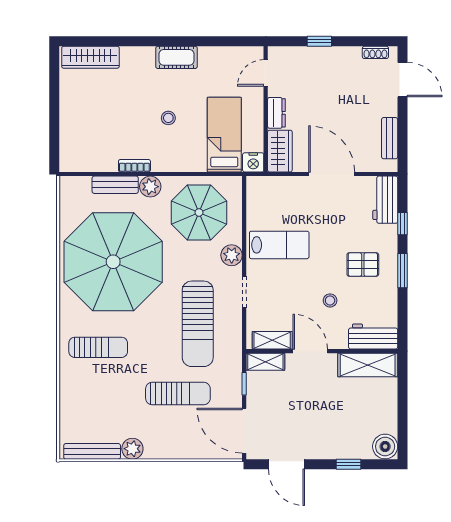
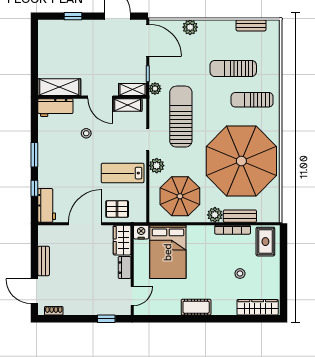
window: (319, 41) -> (106, 319), moved
stool: (168, 118) -> (240, 274), moved
bed: (224, 135) -> (168, 252), width x1.50
bench: (390, 138) -> (44, 261), moved
rug: (79, 149) -> (265, 242), added
bookcase: (134, 166) -> (233, 230), width x1.56
door: (332, 174) -> (85, 224), swing flipped
pallet: (363, 265) -> (117, 209), moved
plant: (234, 363) -> (155, 89), added
sun lounger: (178, 394) -> (233, 68), moved
boiler: (385, 446) -> (47, 29), removed
plant: (132, 449) -> (190, 27), moved
bench: (92, 451) -> (251, 25), width x0.73

